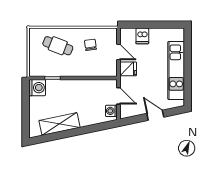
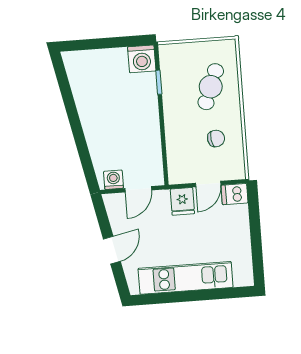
dishwasher: (142, 36) -> (235, 194), moved
shelving: (60, 124) -> (86, 99), removed

